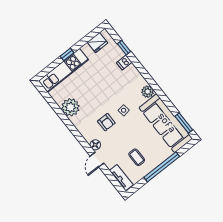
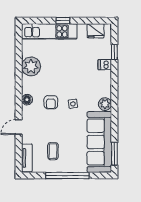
floor lamp: (95, 145) -> (27, 100), moved

